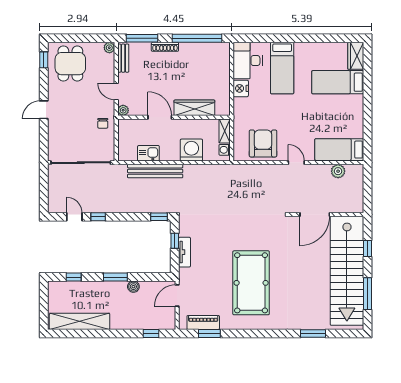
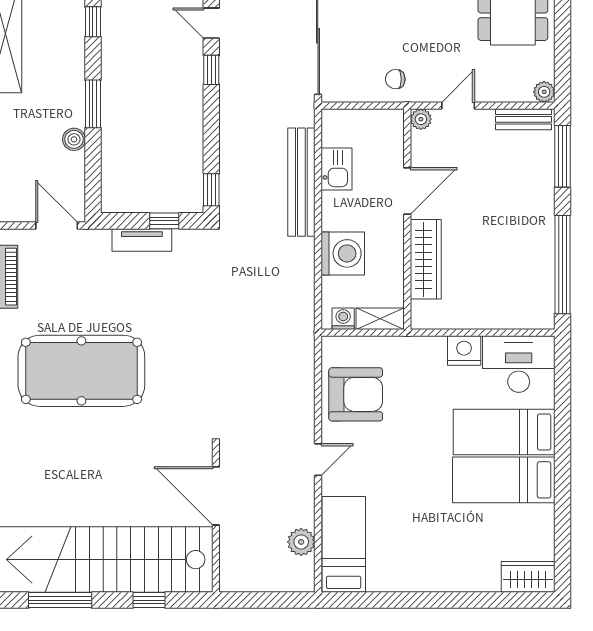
shoe rack: (165, 47) -> (546, 201), removed
bed: (338, 82) -> (504, 480), moved, turned -90
door: (74, 217) -> (211, 23), swing flipped

